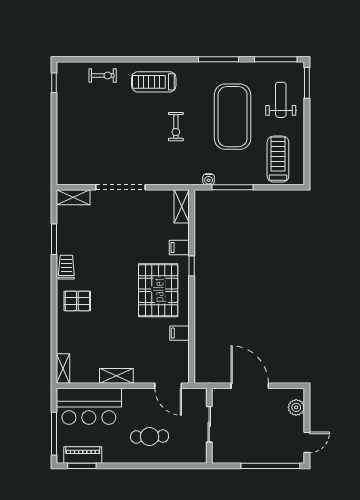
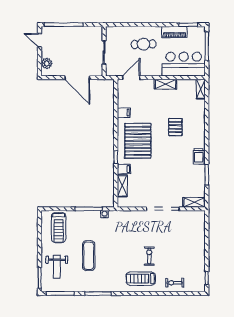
treadmill: (154, 82) -> (141, 279), turned 180
exercise mat: (233, 117) -> (89, 256), width x0.50, depth x0.69
exercise bike: (176, 127) -> (149, 256), moved
shelving: (182, 206) -> (122, 186), moved
pallet: (77, 301) -> (175, 127), moved, turned 90
door: (168, 386) -> (131, 78), hinge flipped
door: (307, 442) -> (40, 40), hinge flipped
piano: (83, 455) -> (174, 32), moved

